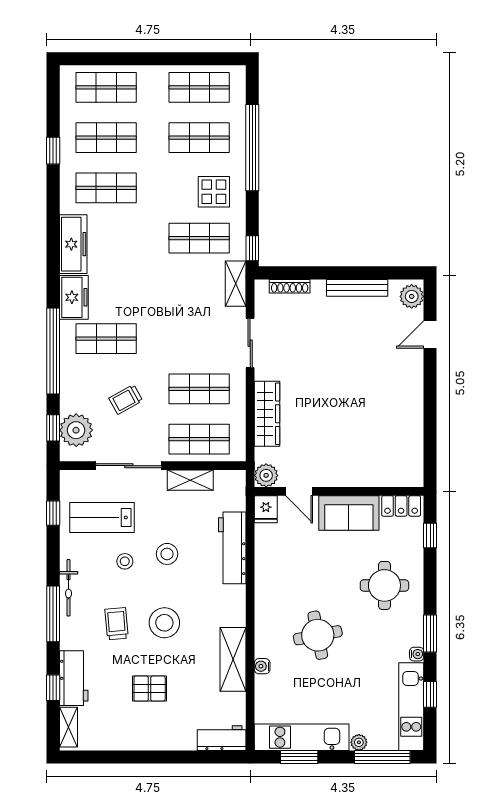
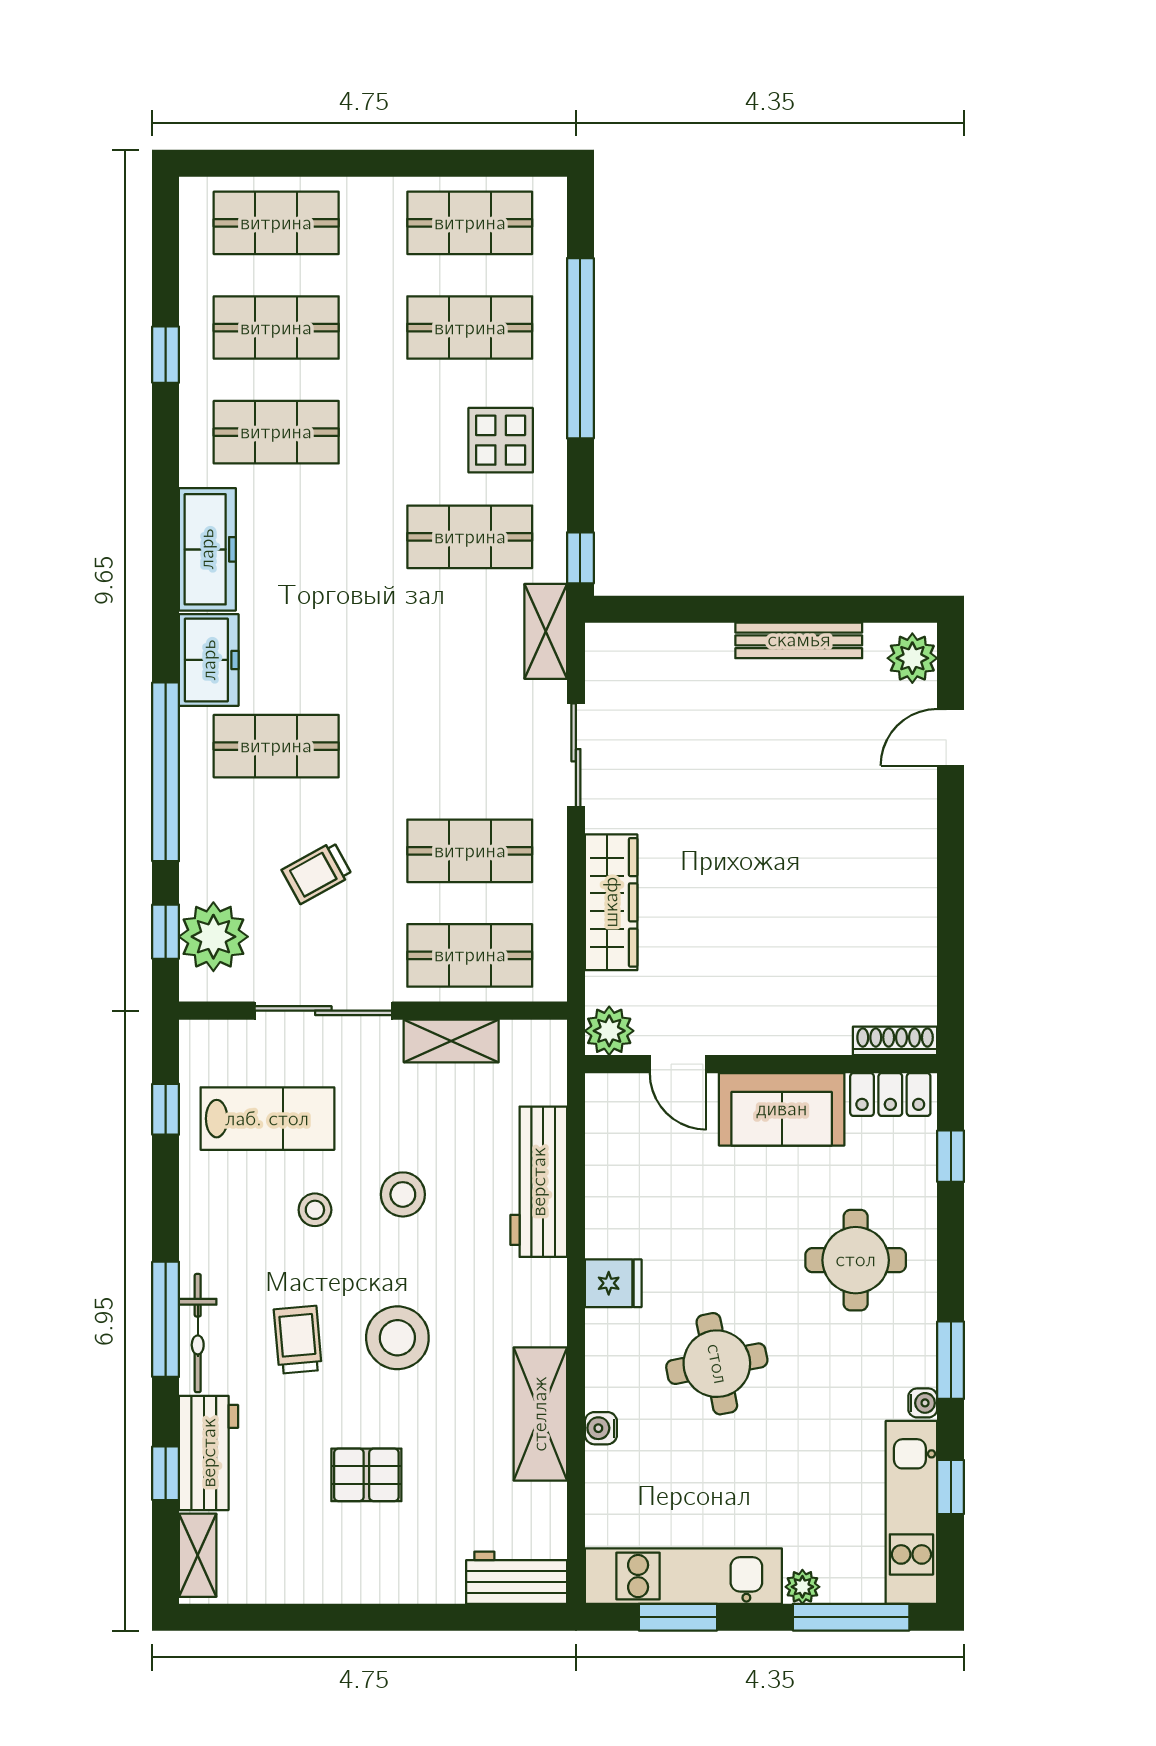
shoe rack: (290, 286) -> (895, 1041), moved, turned 180
fridge: (266, 509) -> (613, 1283), moved, turned -90
lab bench: (102, 517) -> (267, 1119), turned 180
bicycle: (69, 588) -> (198, 1333), moved

